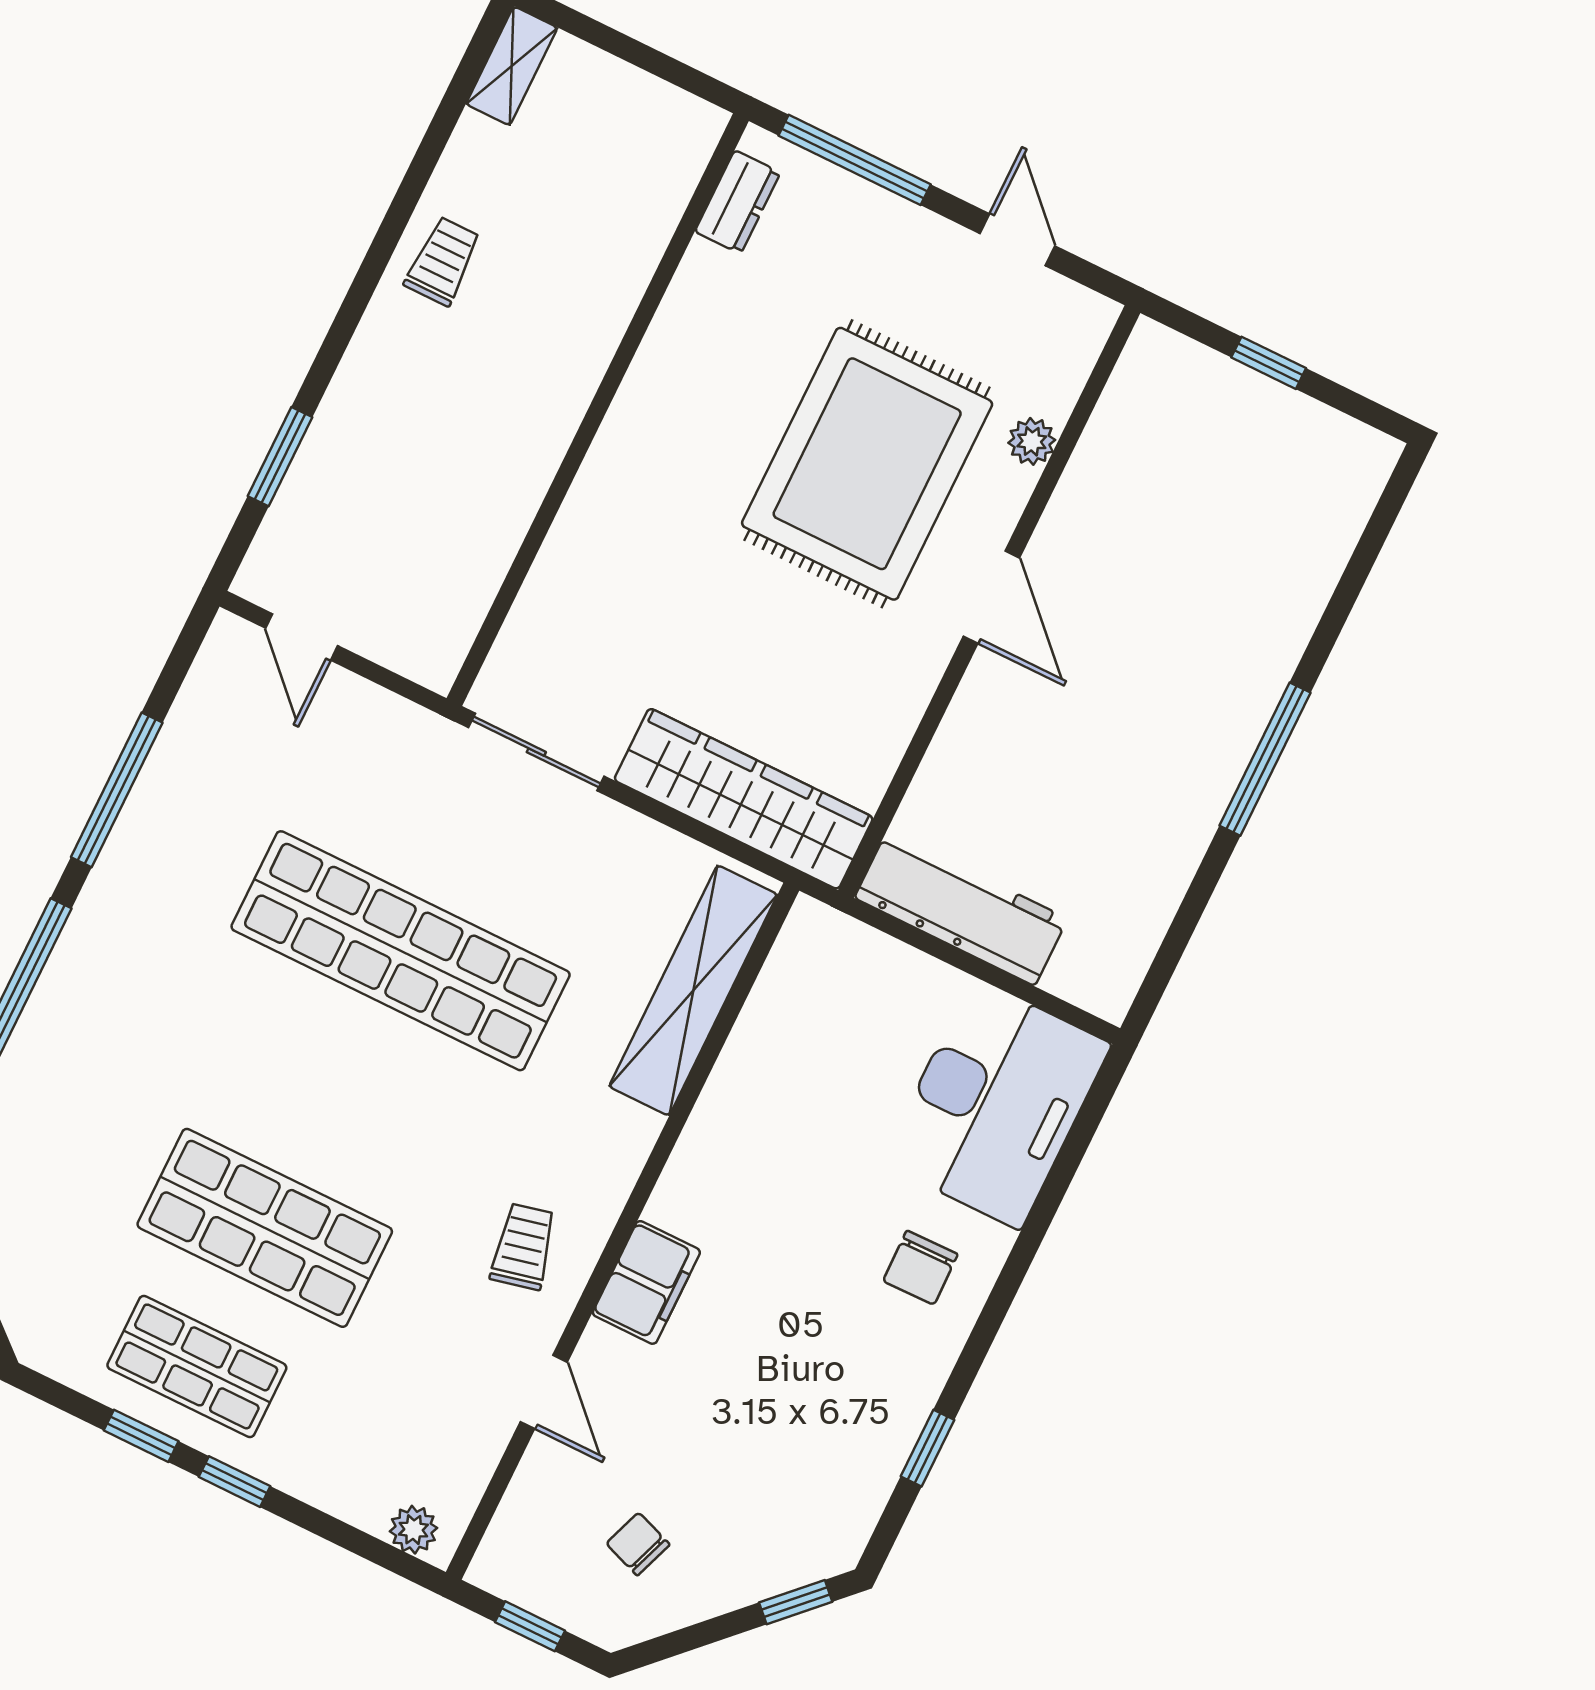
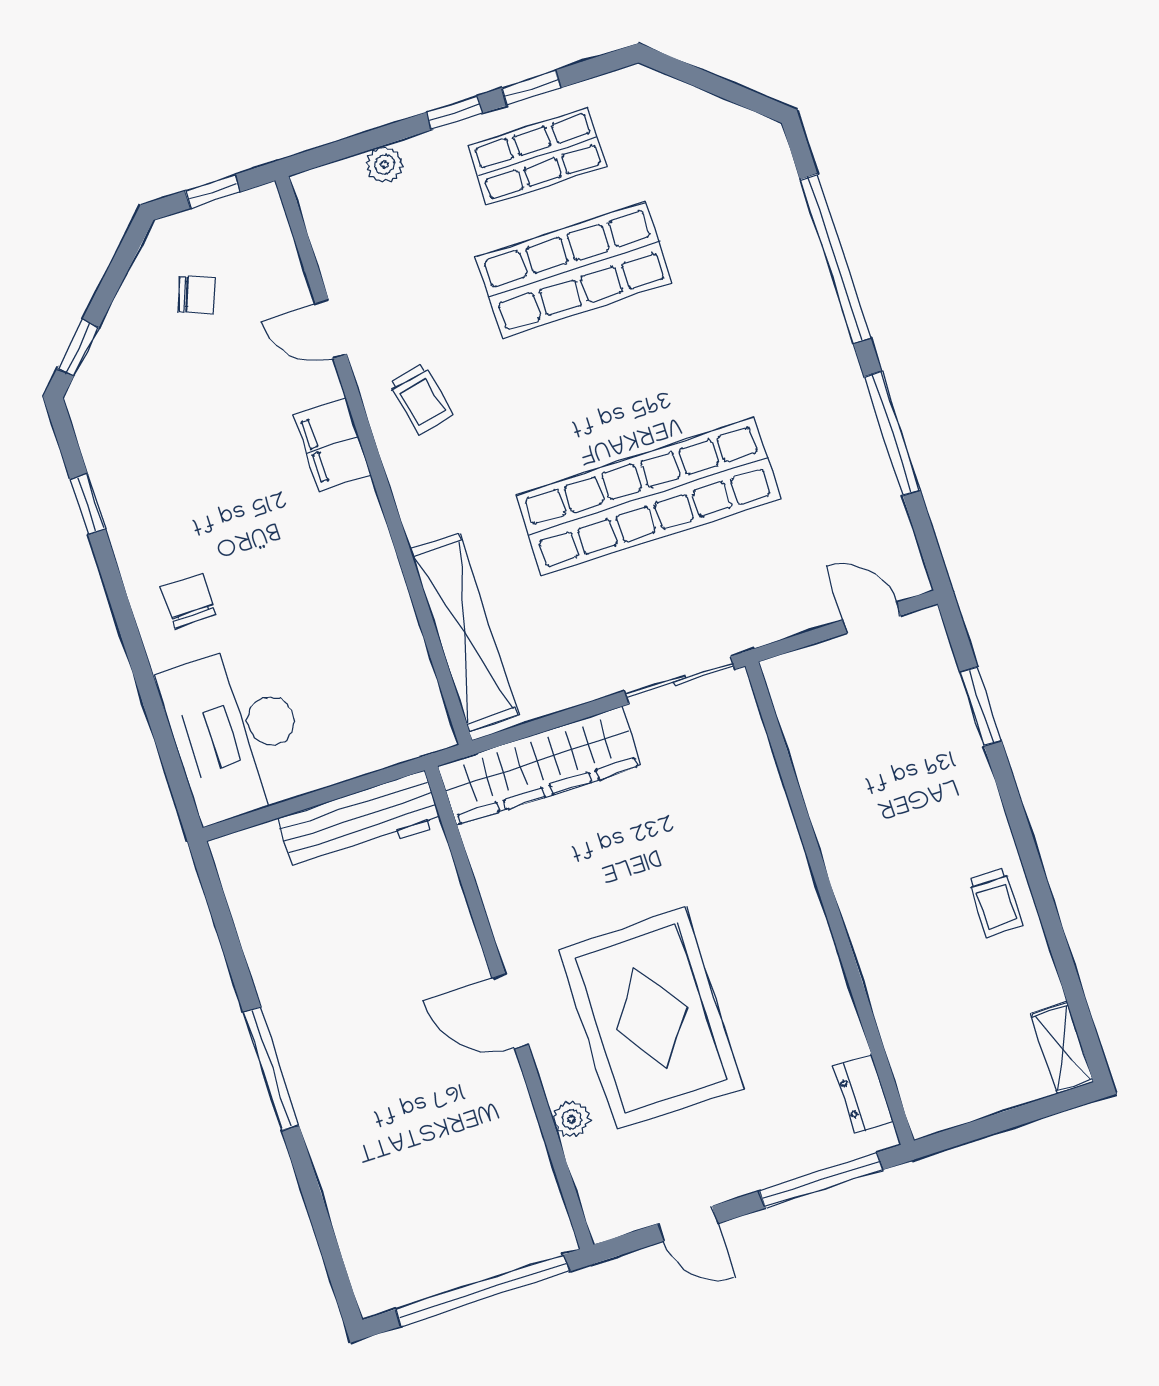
window: (1269, 363) -> (482, 1290), width x3.17
plant: (413, 1530) -> (384, 164), moved

